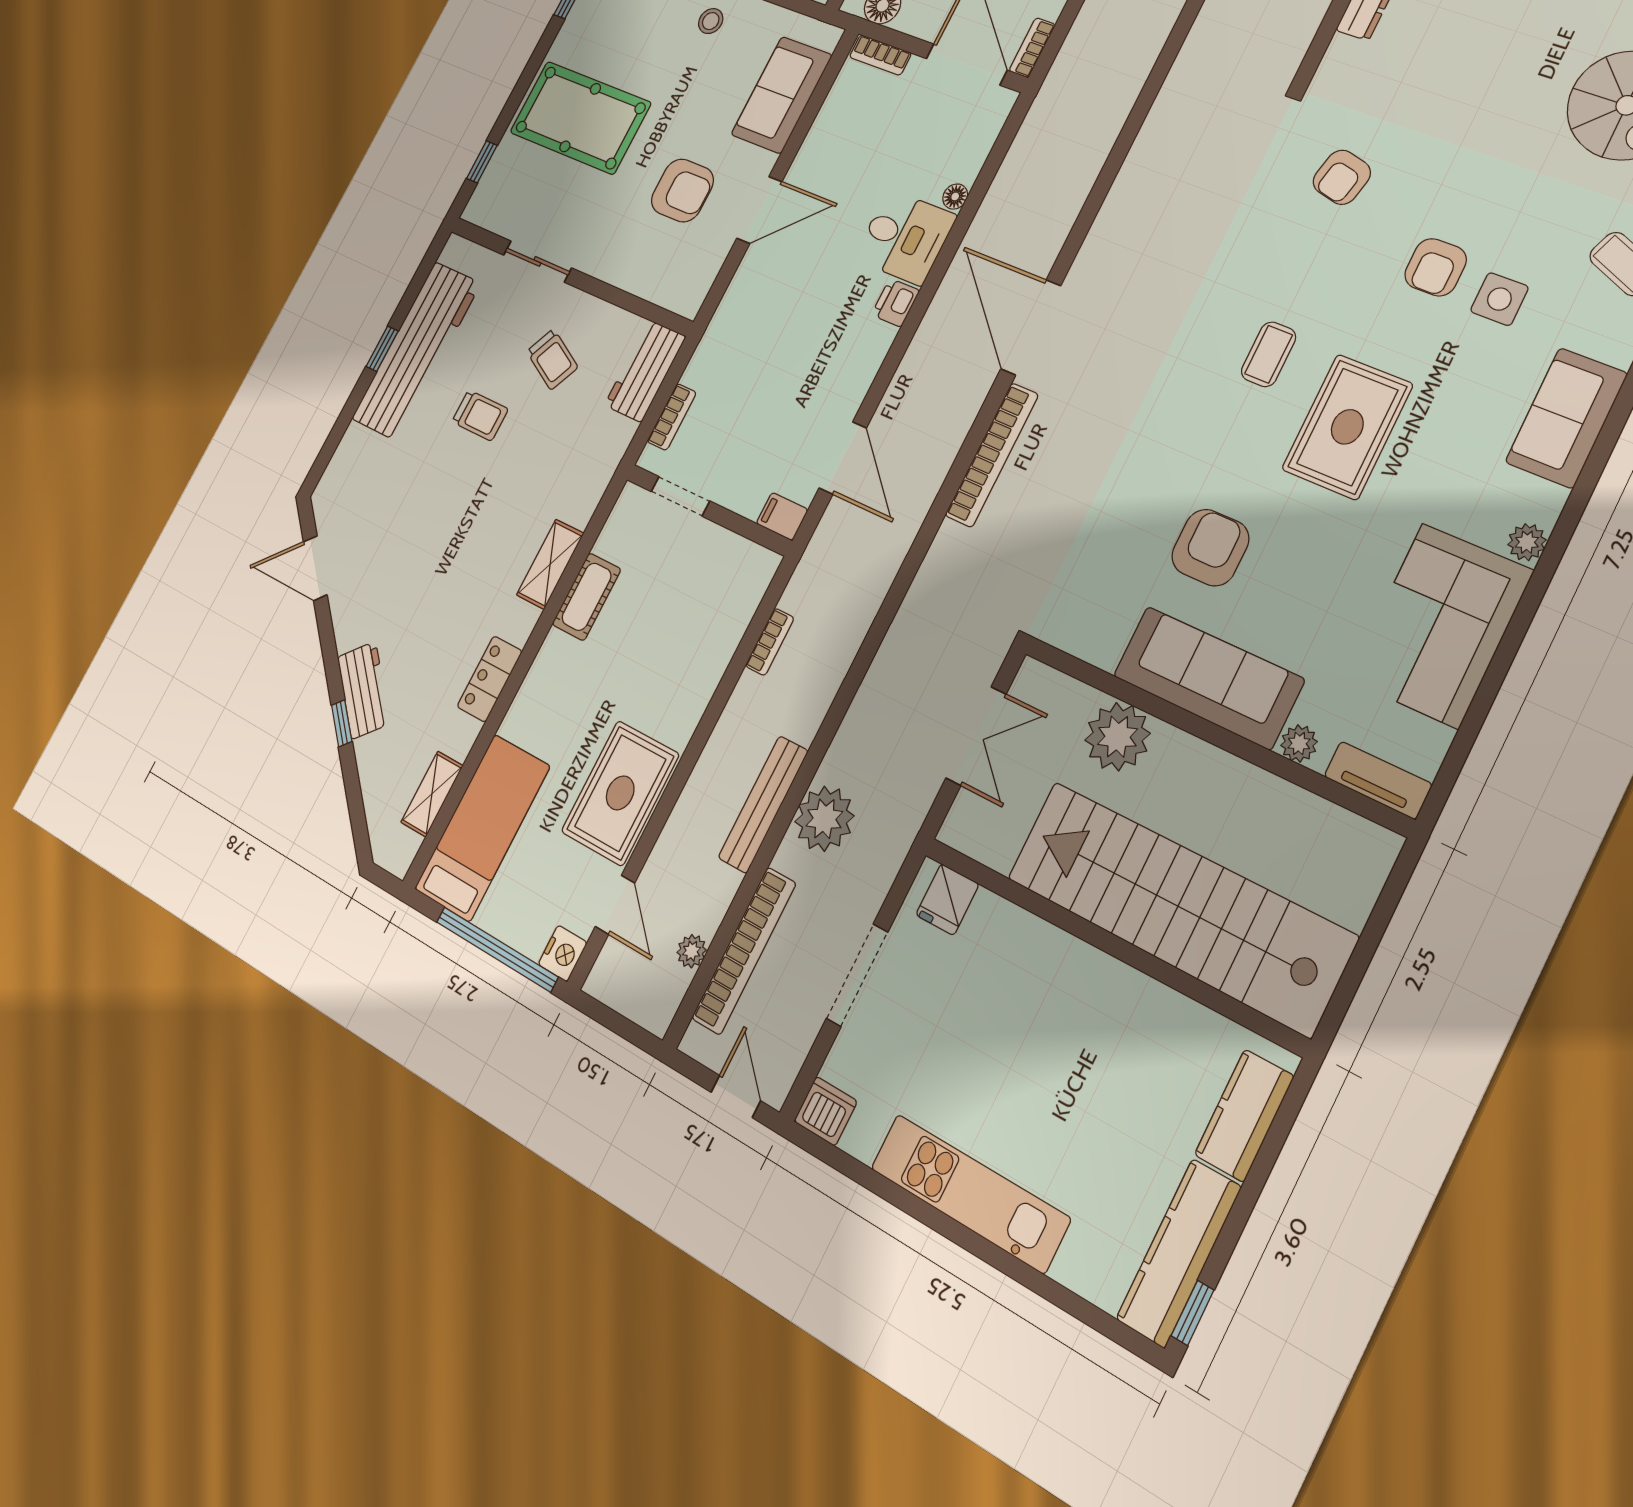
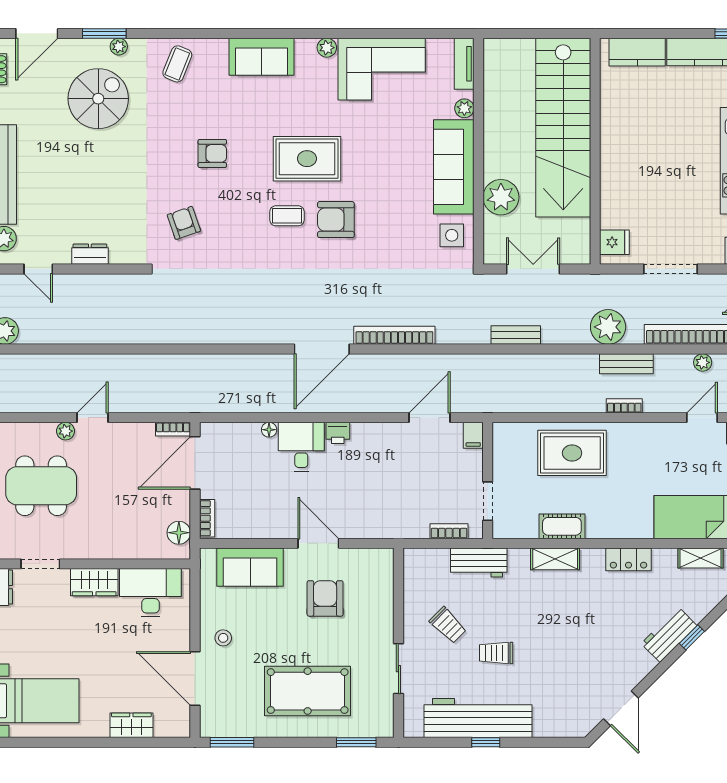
pool table: (580, 118) -> (308, 691), turned 90
window: (482, 162) -> (356, 742), width x1.50
armchair: (1342, 177) -> (184, 223), turned -122
side table: (1499, 299) -> (452, 235), moved
trolley: (552, 359) -> (448, 625), turned 108
workbench: (645, 371) -> (479, 562), moved
trolley: (480, 415) -> (496, 653), turned -90
armchair: (1210, 548) -> (336, 220), moved
bookcase: (770, 642) -> (624, 406), moved
bench: (891, 656) -> (516, 335), added
rug: (620, 793) -> (572, 453), moved
bench: (763, 804) -> (626, 364), width x0.73

